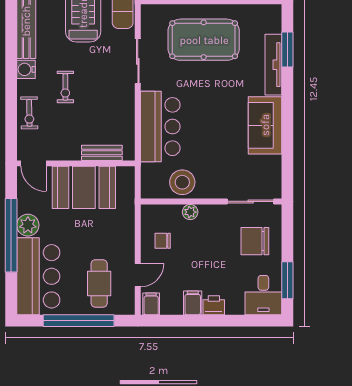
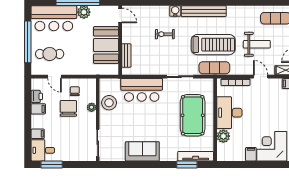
tv unit: (273, 65) -> (196, 156), moved
exercise bike: (29, 113) -> (150, 13), removed
door: (33, 163) -> (120, 15), swing flipped
chair: (255, 241) -> (68, 108), moved
filing cabinet: (151, 304) -> (38, 134), moved
printer: (214, 305) -> (37, 96), moved

